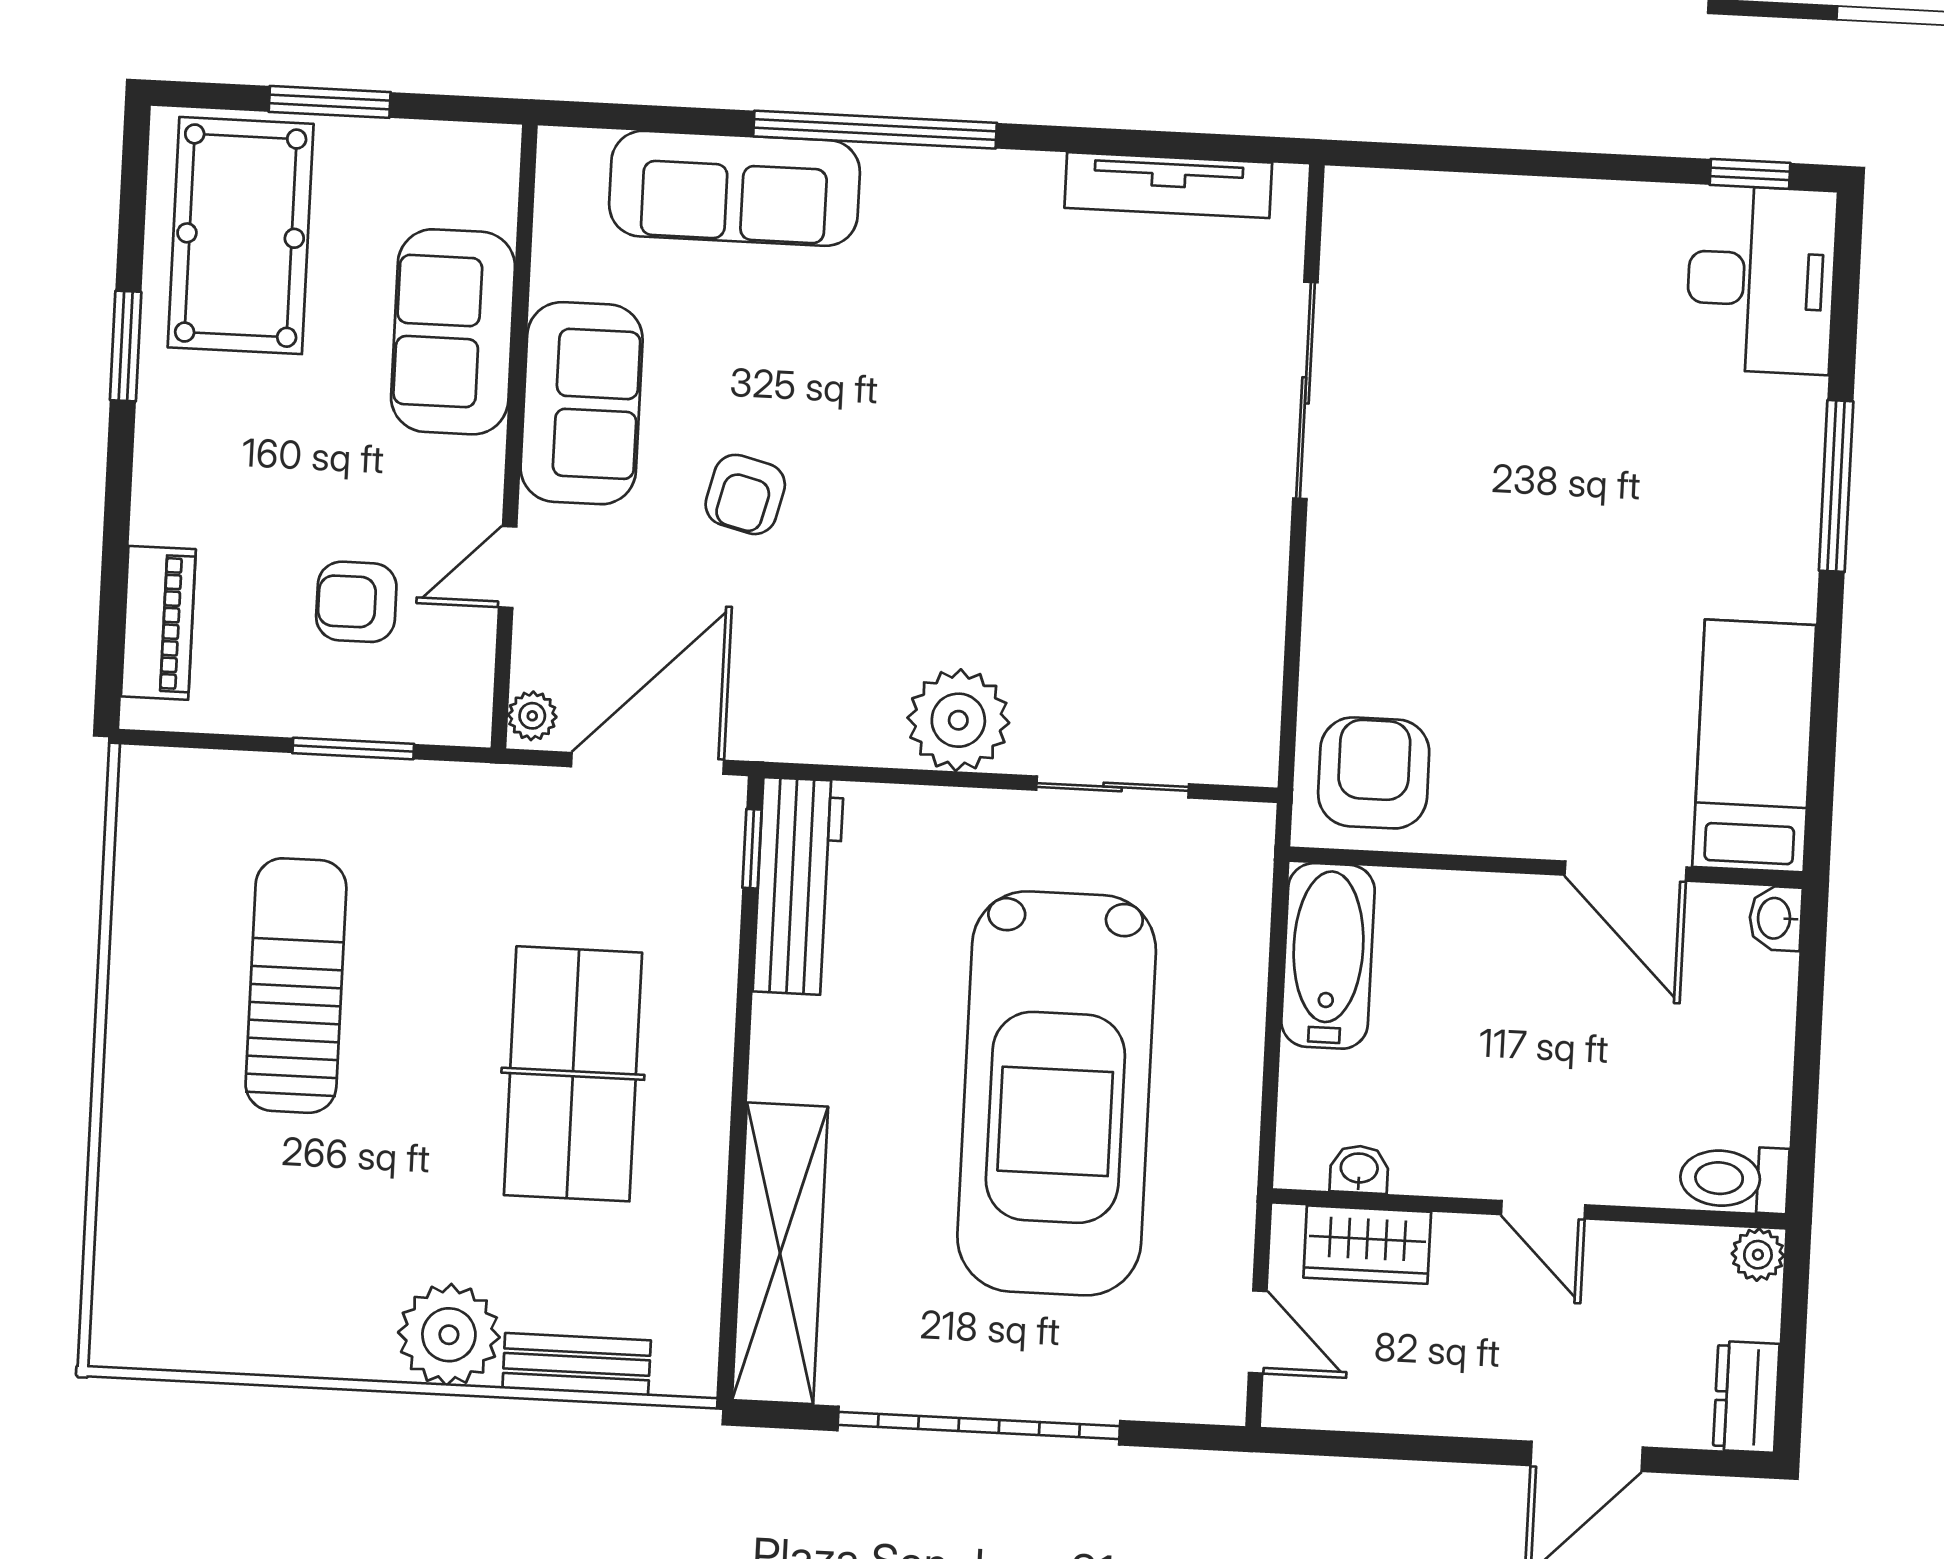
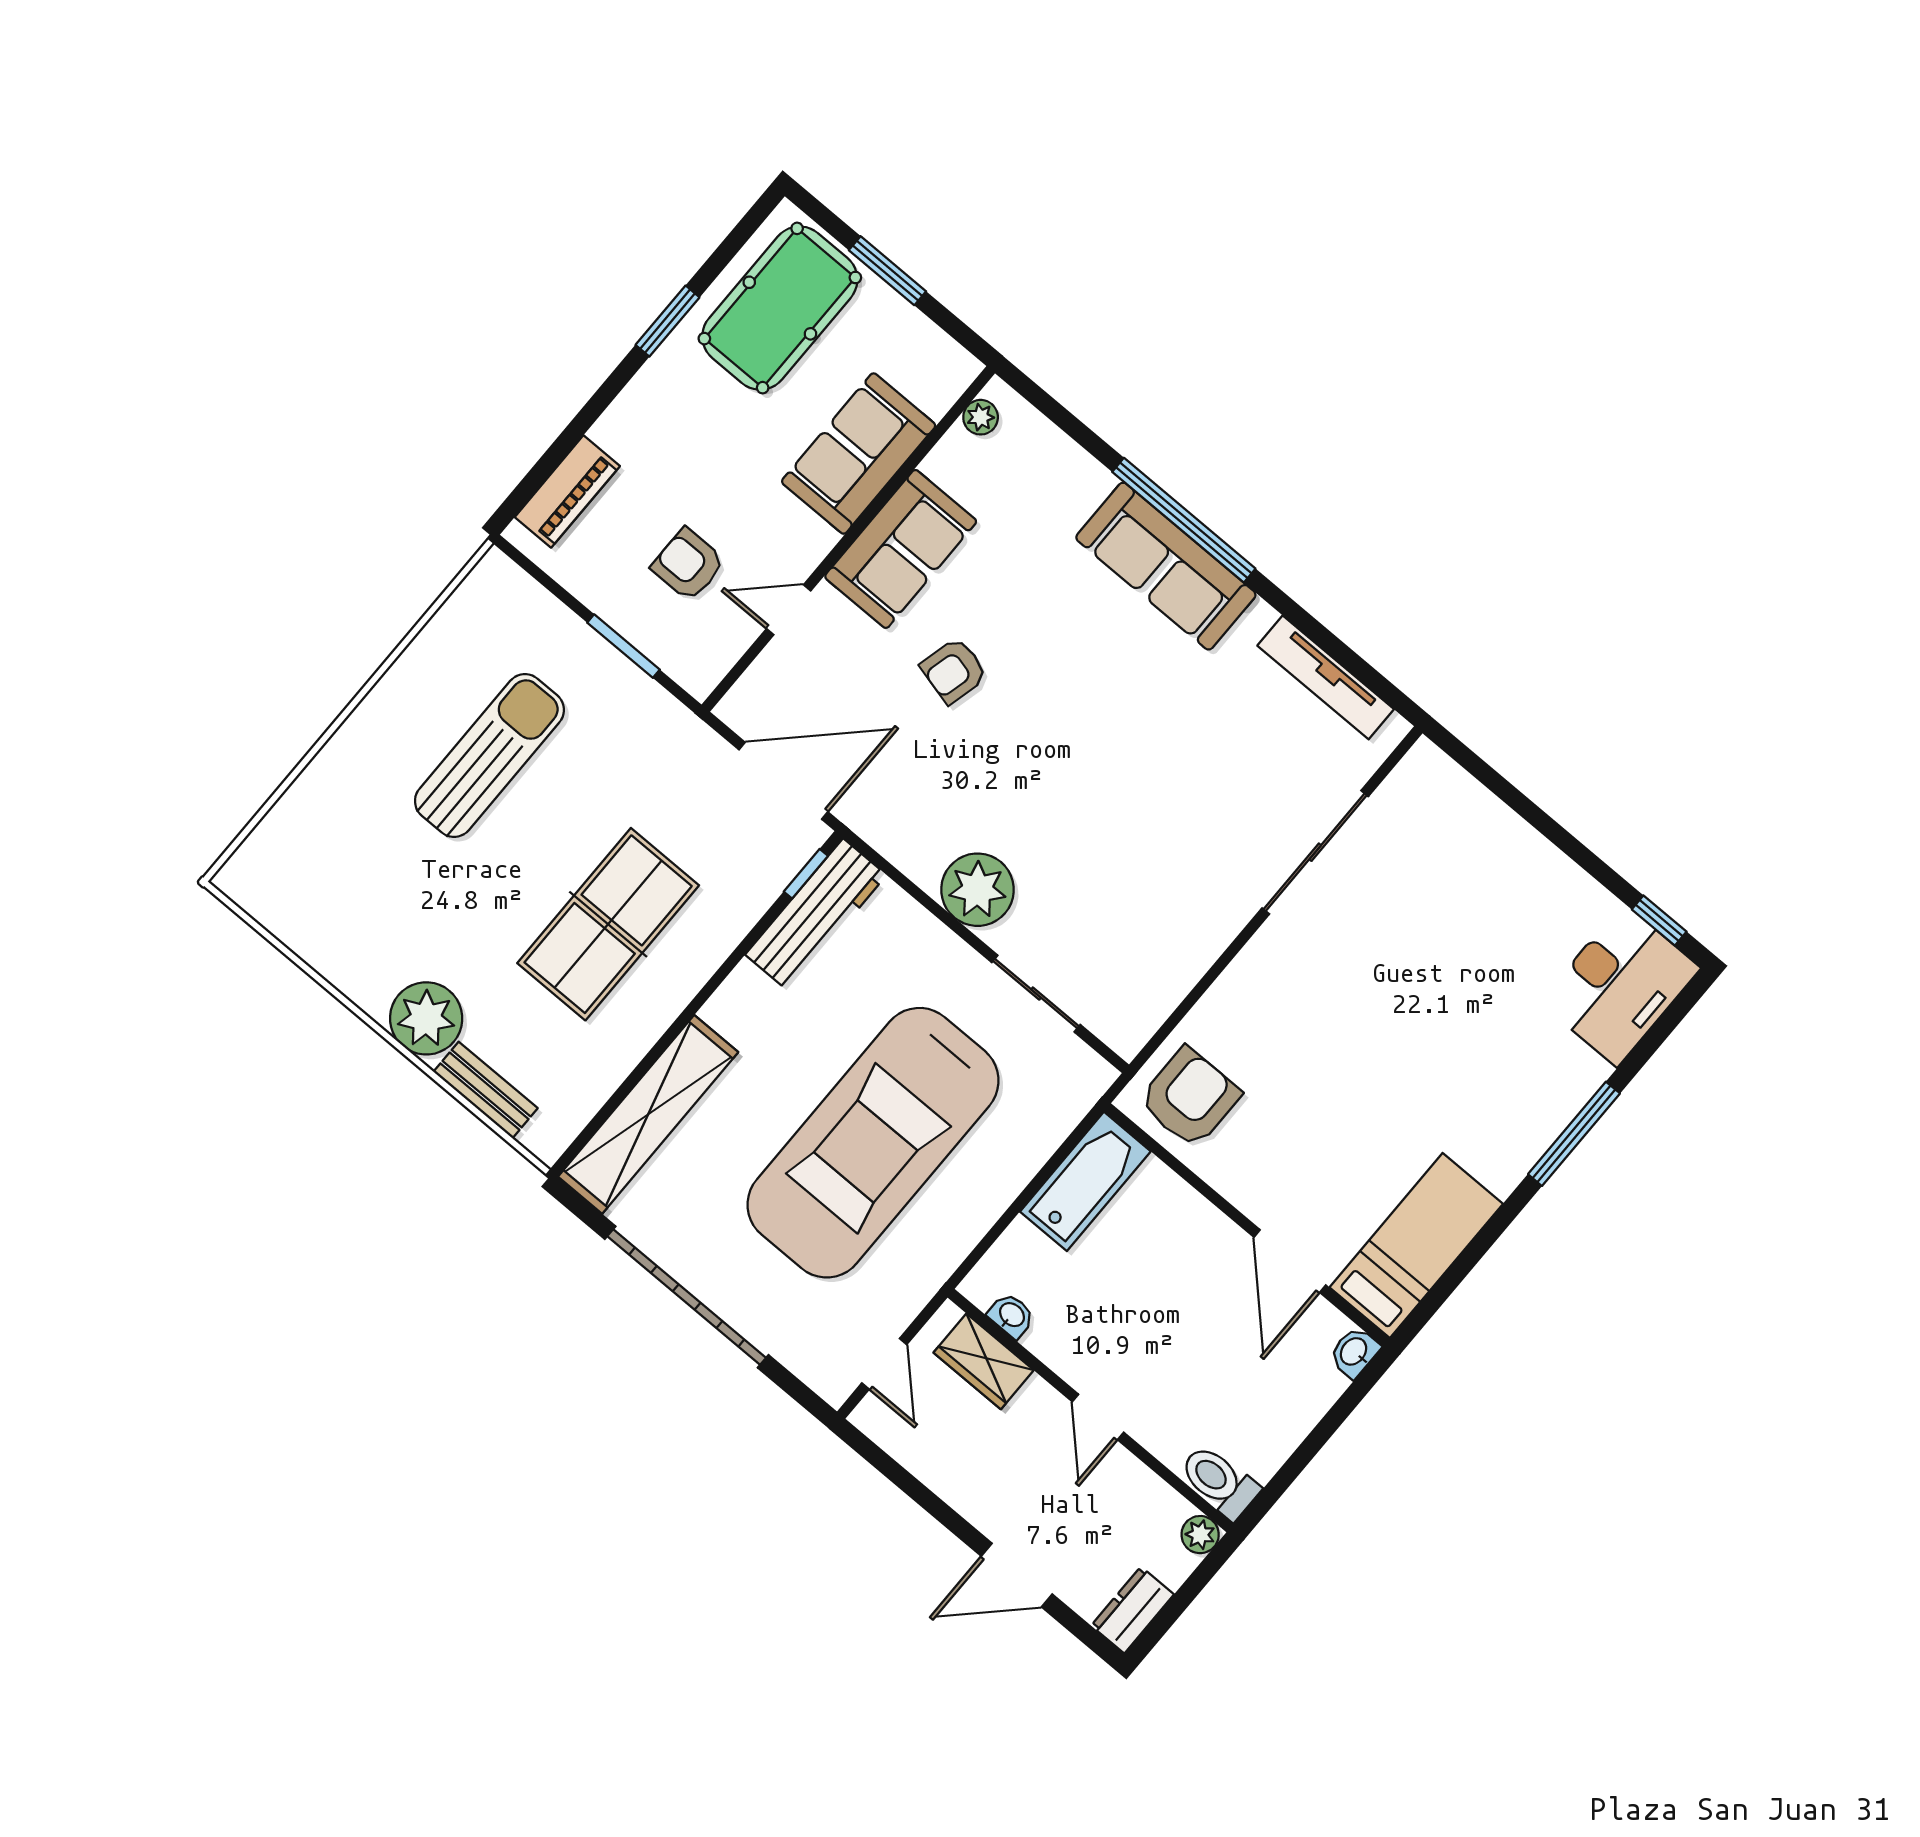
sofa: (735, 188) -> (1166, 566), moved
plant: (532, 716) -> (981, 417), moved

